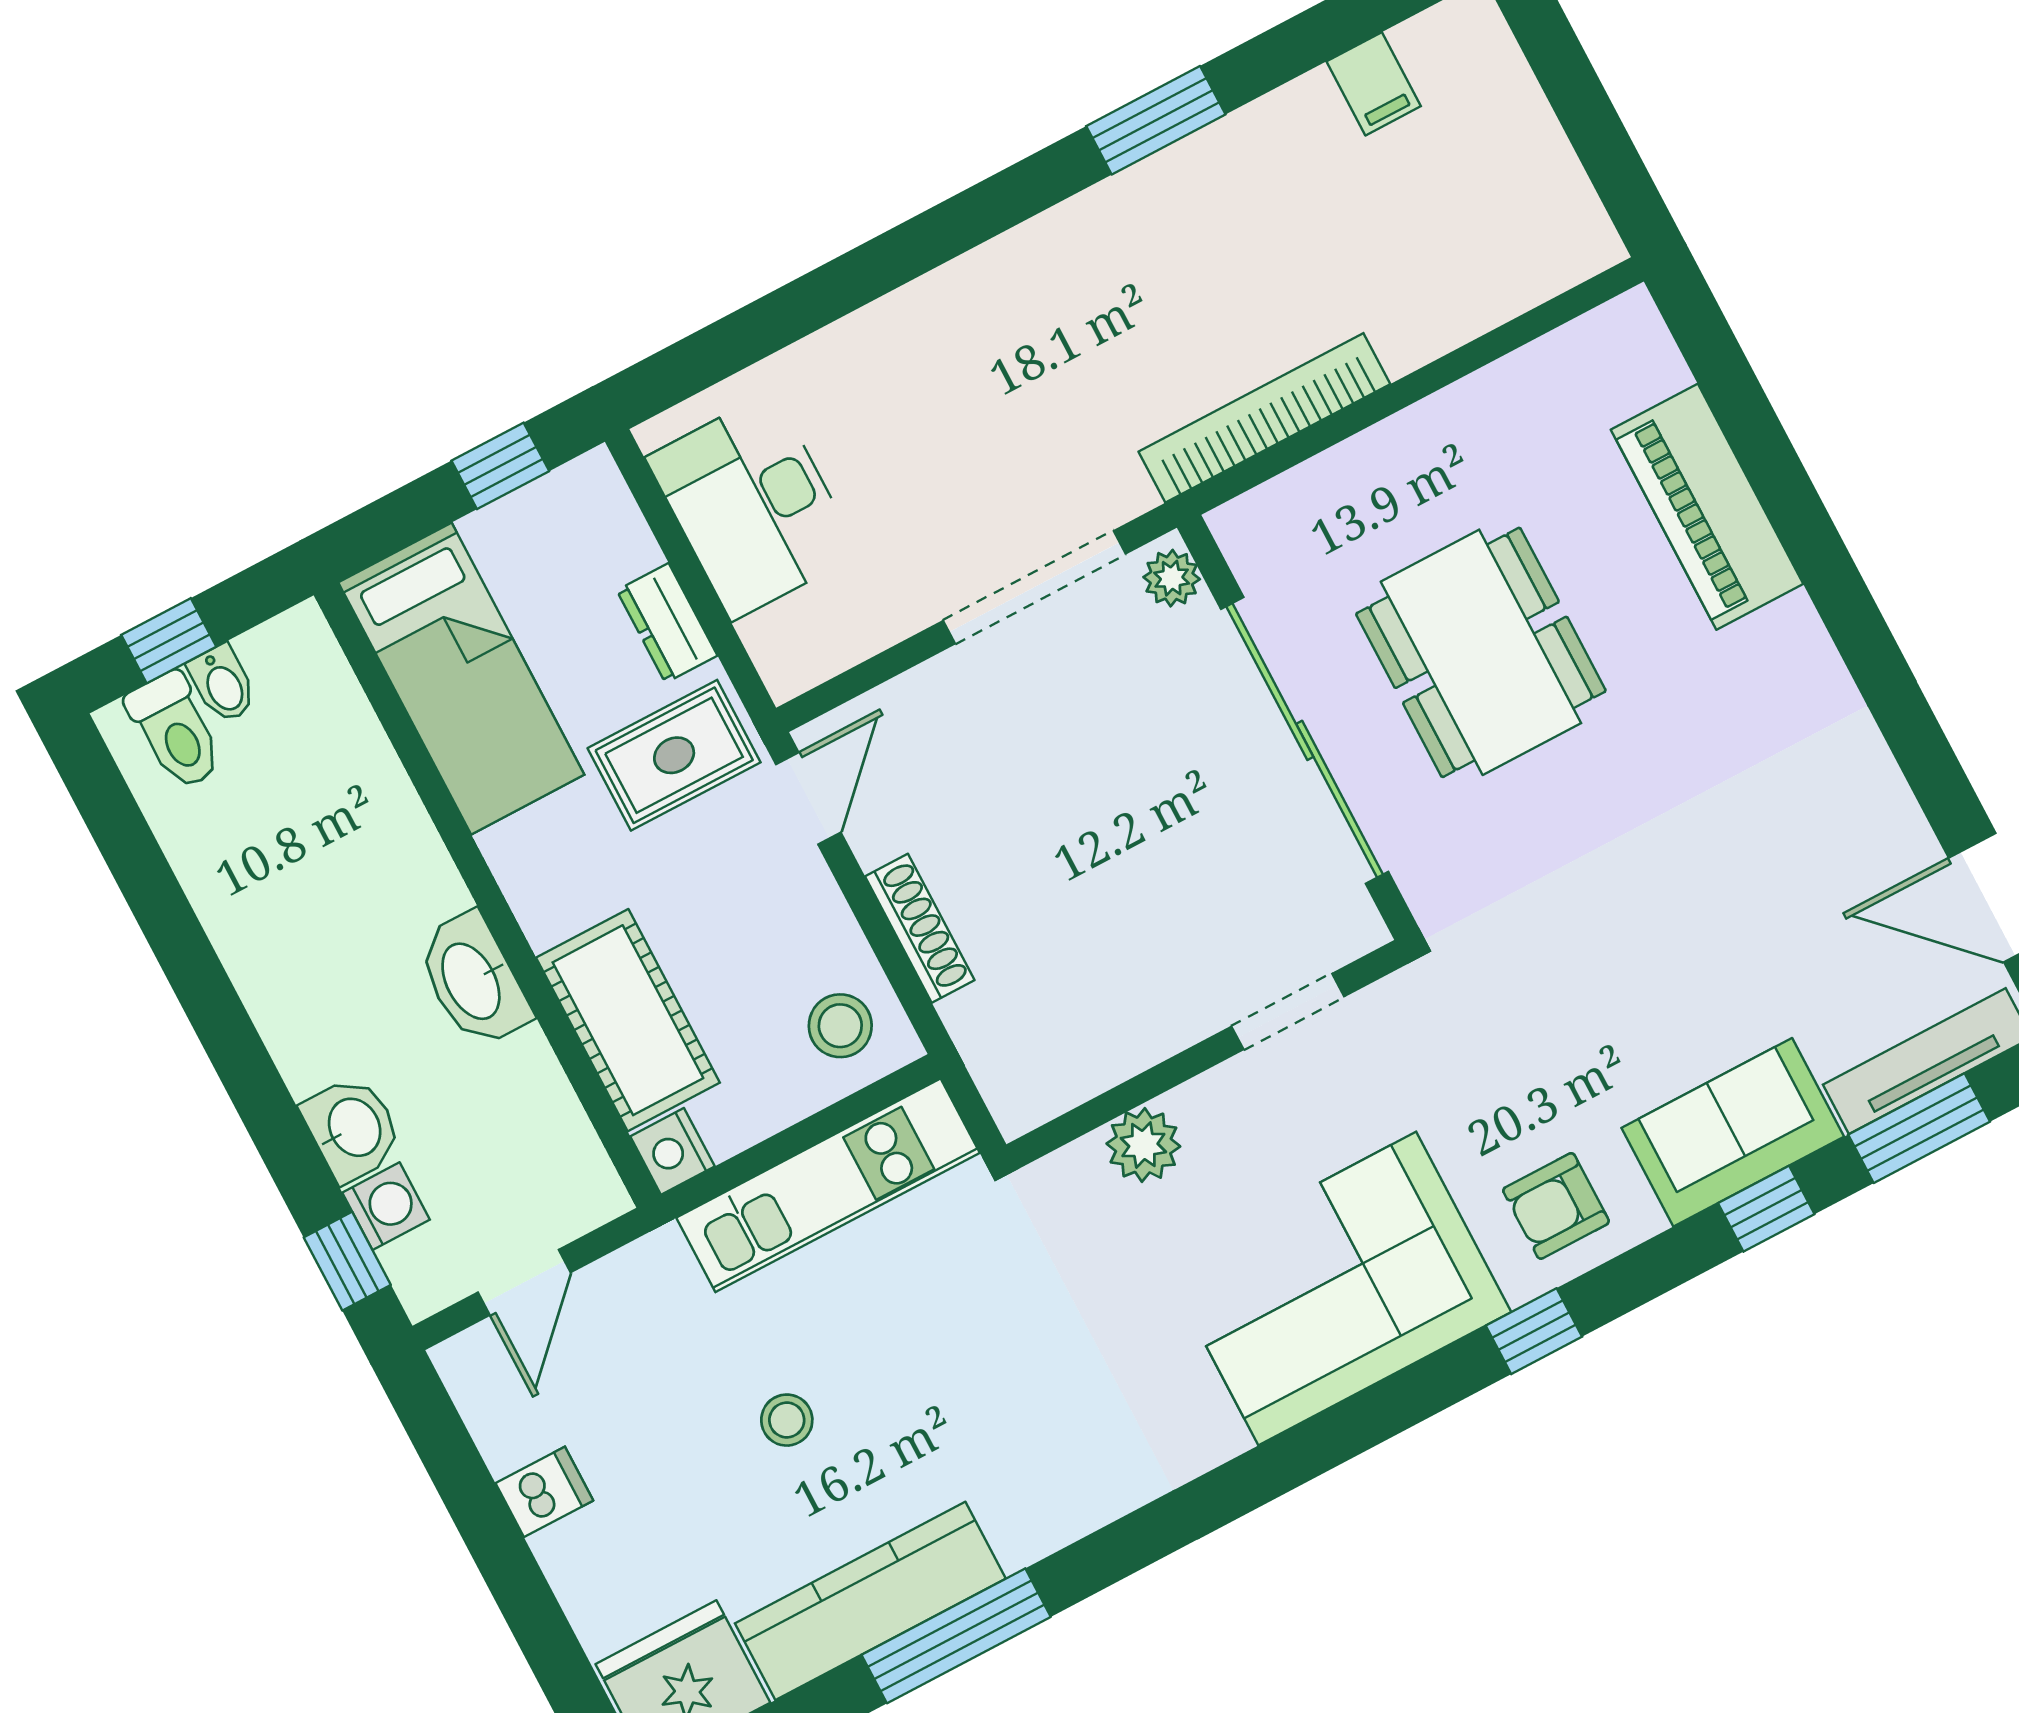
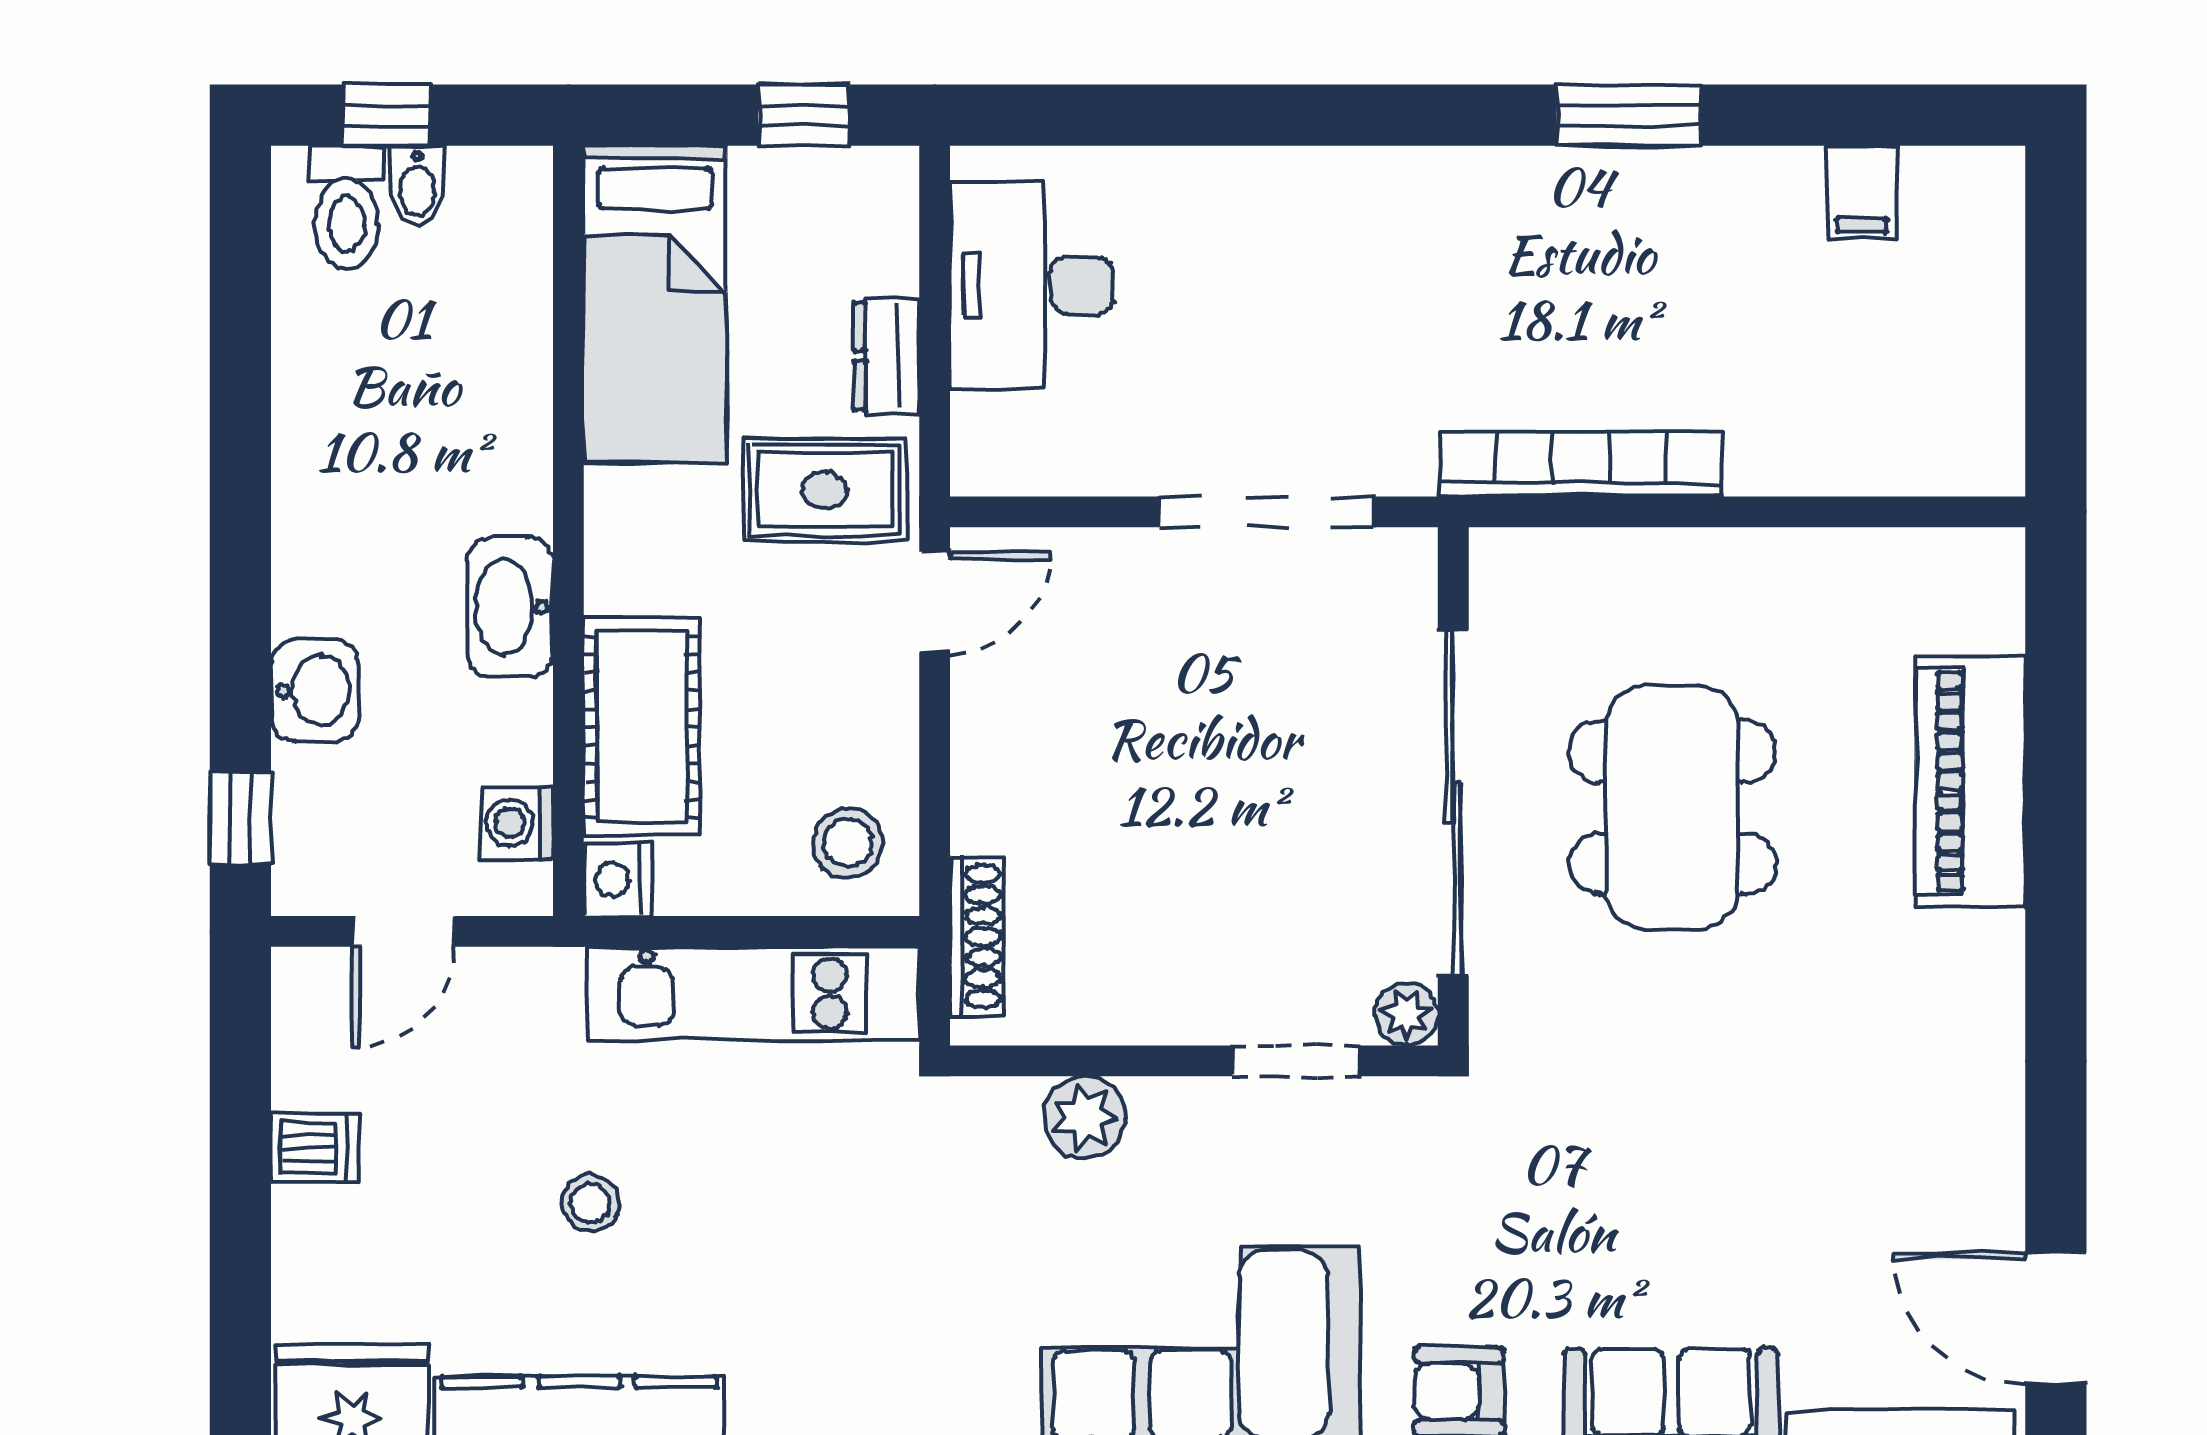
plant: (1172, 578) -> (1406, 1014), moved
shoe rack: (920, 928) -> (977, 937), moved
washing machine: (386, 1206) -> (517, 823), moved, turned 180

